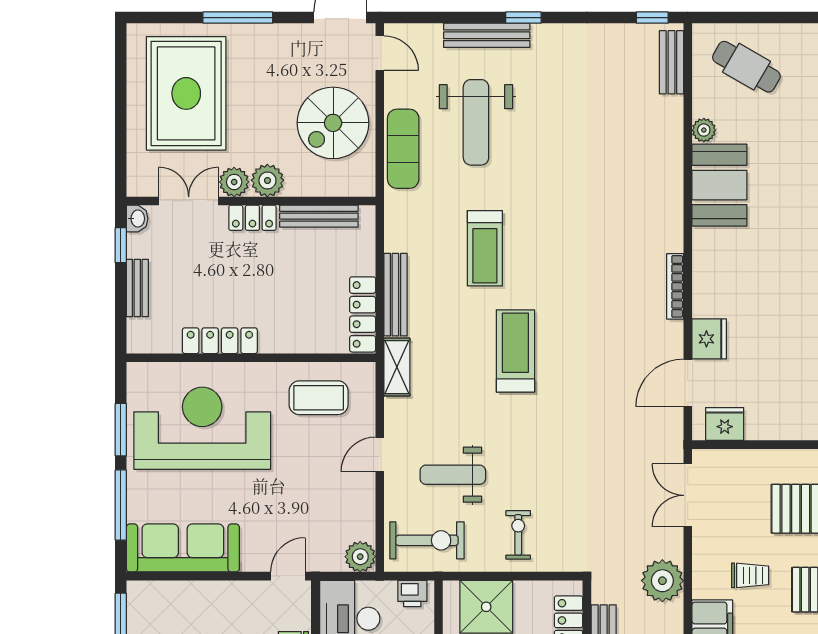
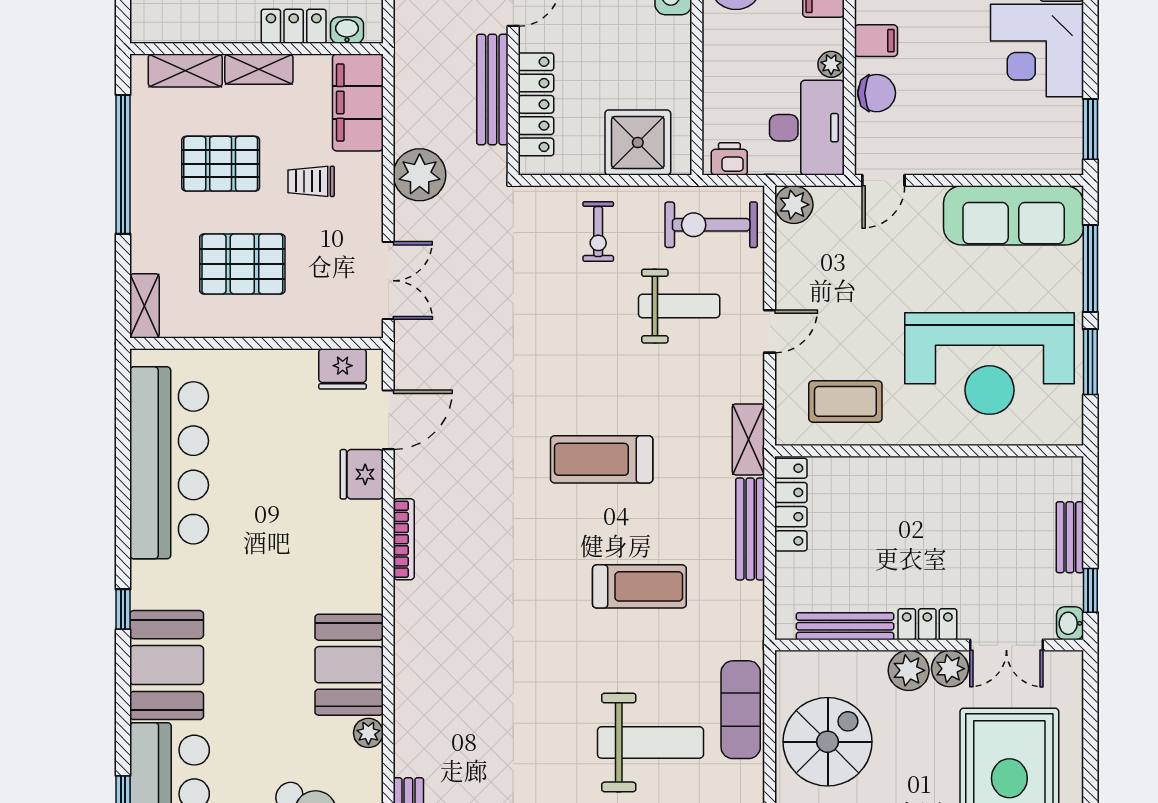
weight bench: (476, 122) -> (650, 742), turned 90
treadmill: (485, 248) -> (639, 586), turned 90
locker: (220, 341) -> (968, 472), removed
treadmill: (515, 351) -> (602, 459), turned 90

